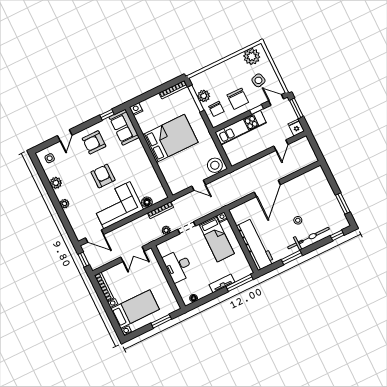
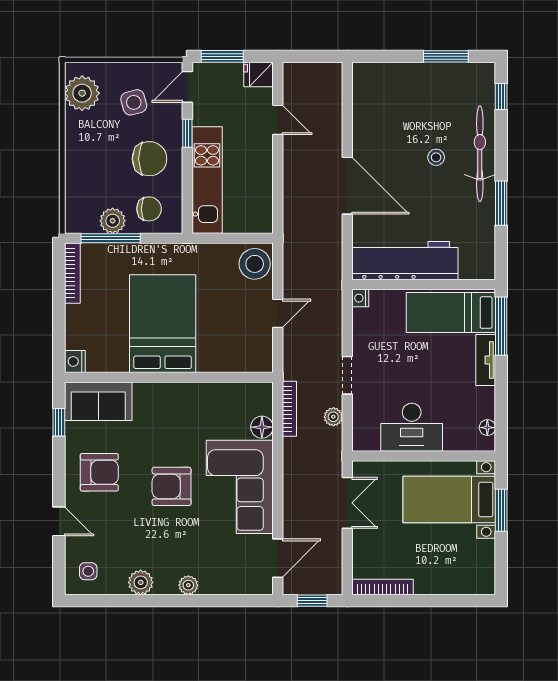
armchair: (94, 142) -> (99, 472), turned -90
bed: (217, 239) -> (451, 313), moved, turned 180
workbench: (255, 244) -> (405, 261), moved
bed with nightstands: (135, 309) -> (449, 499), moved, turned -90

